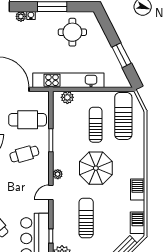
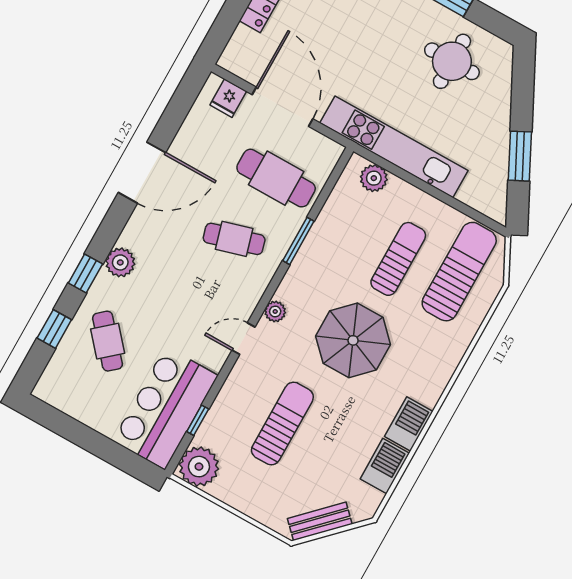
barbecue: (137, 223) -> (385, 466), moved

